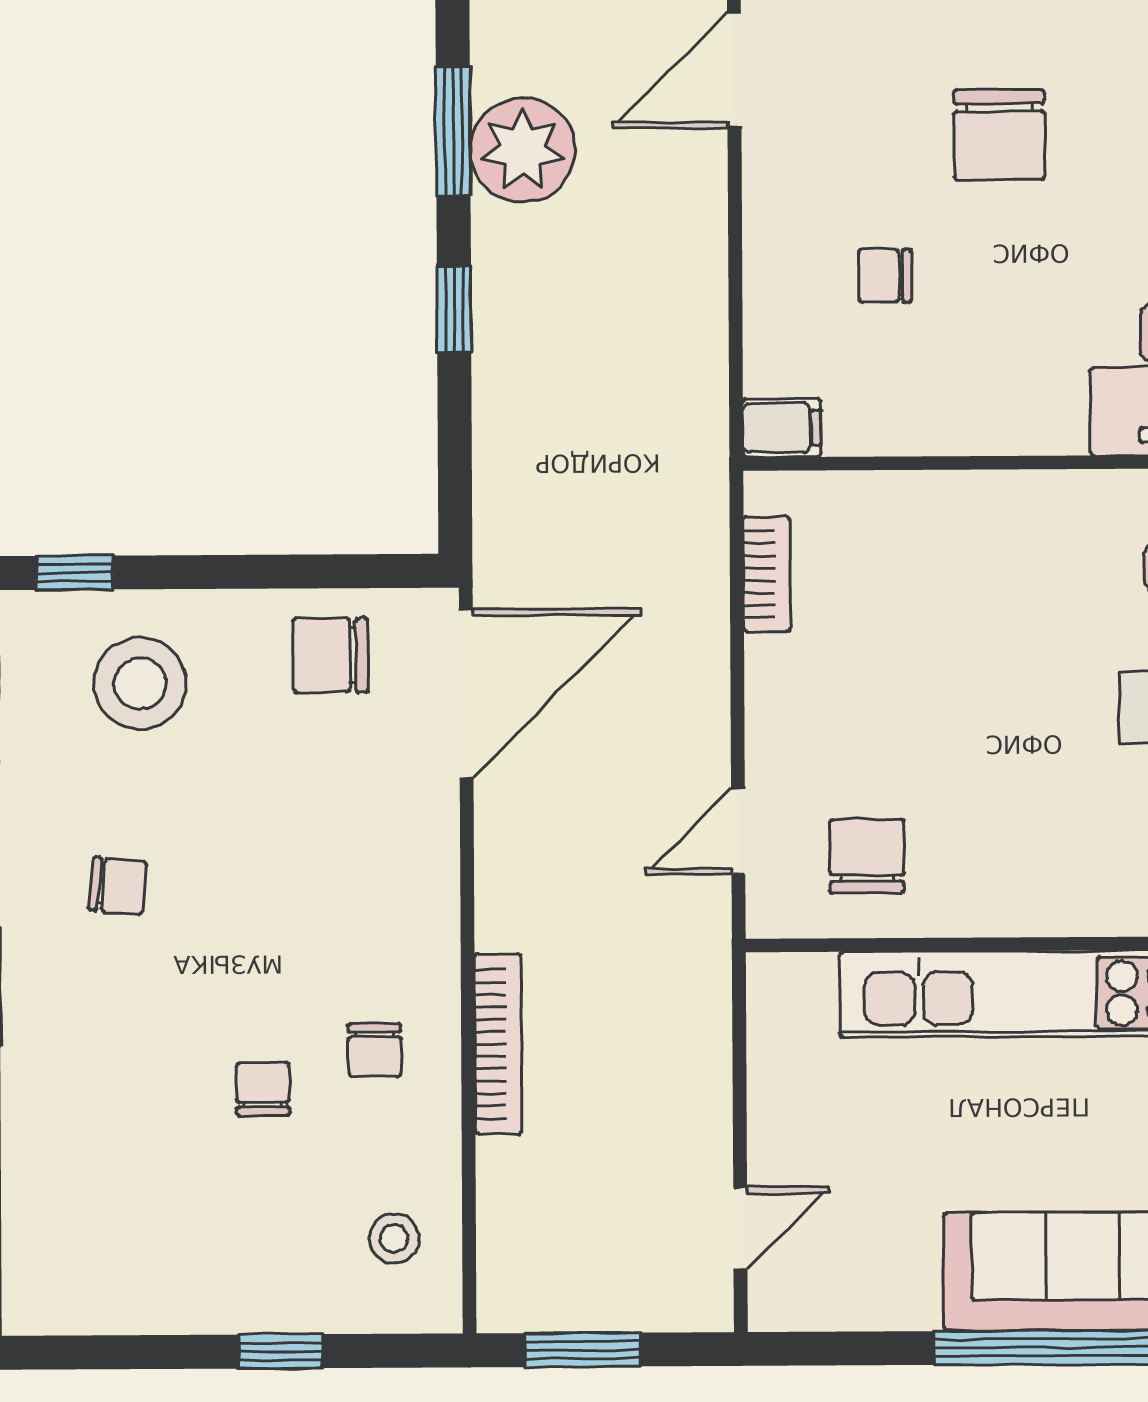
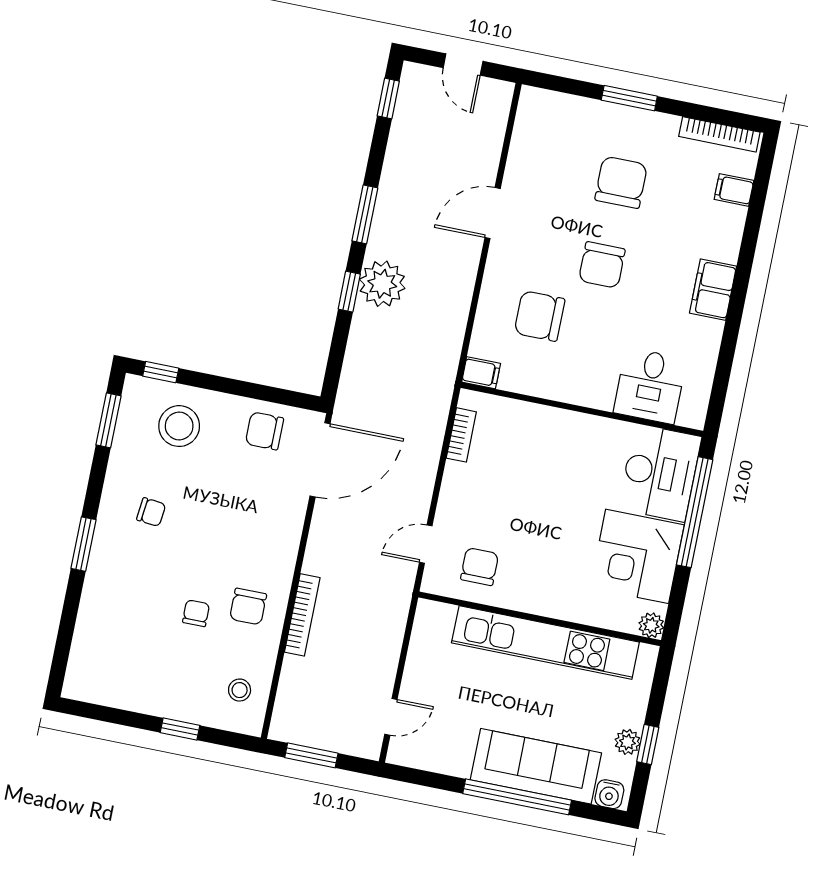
plant: (523, 150) -> (382, 284), moved
chair: (885, 276) -> (540, 316), width x1.87, depth x1.87
chair: (375, 1050) -> (248, 606), width x1.37, depth x1.37

